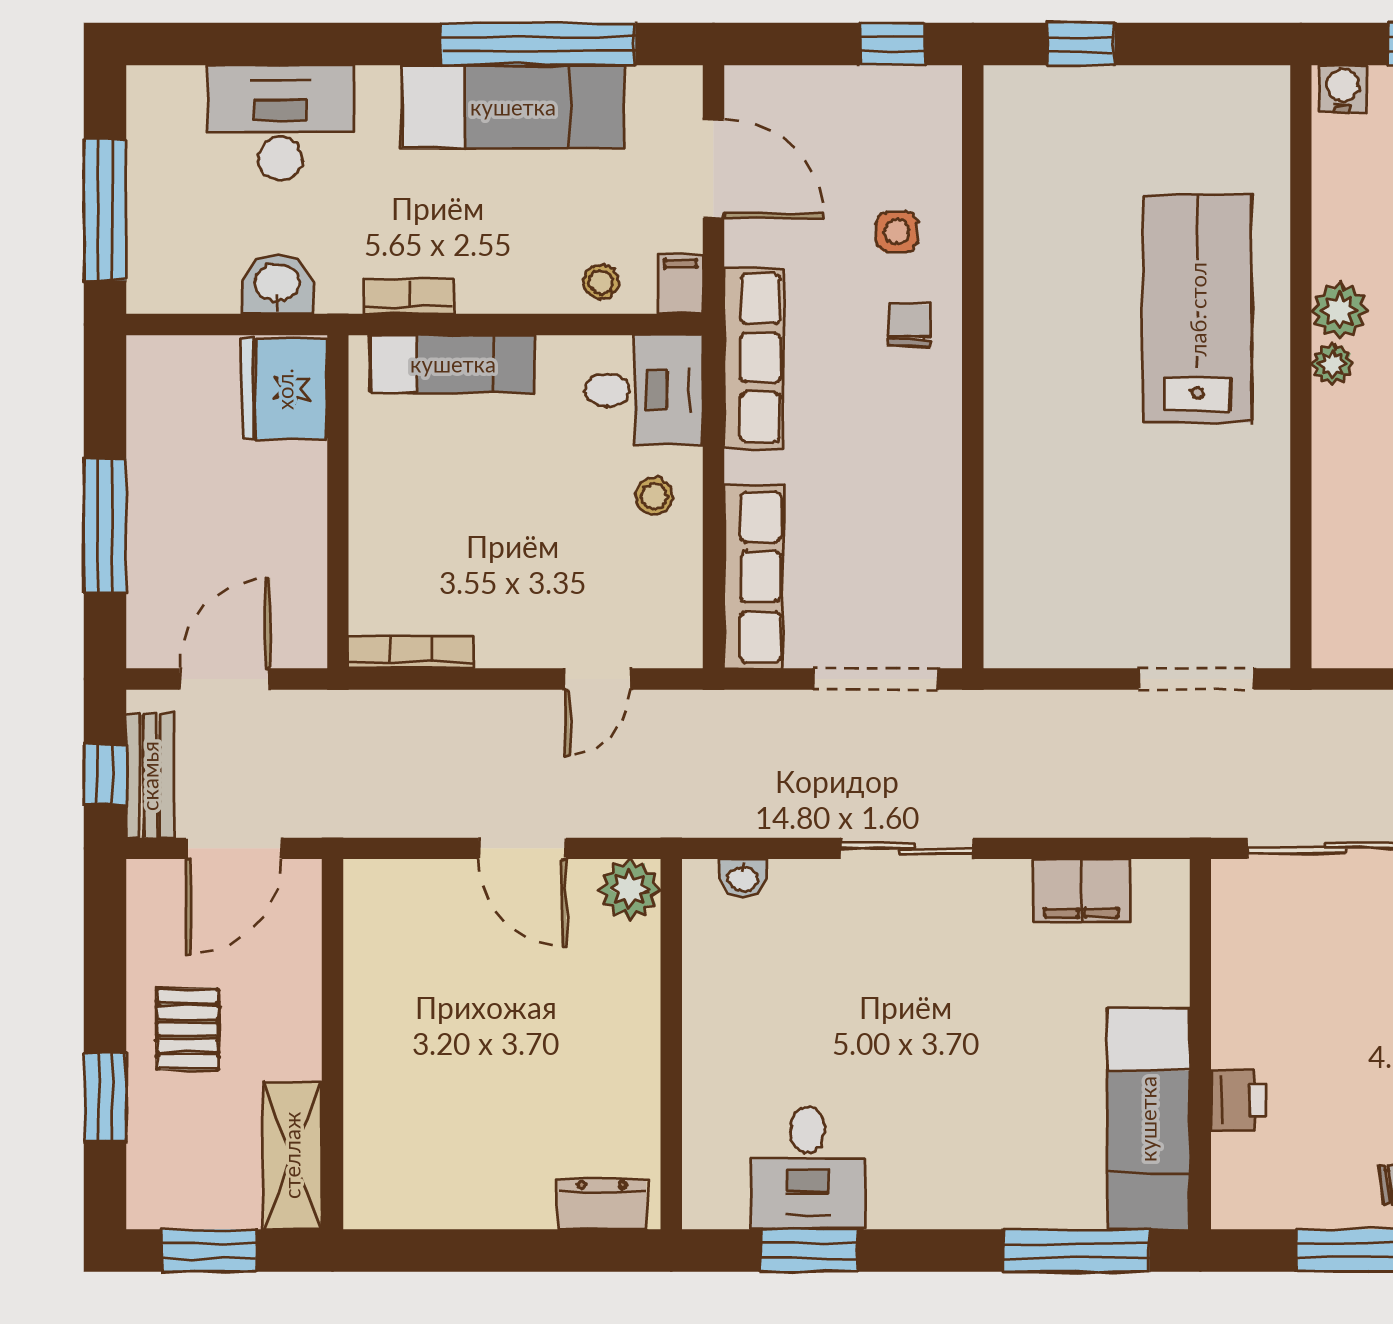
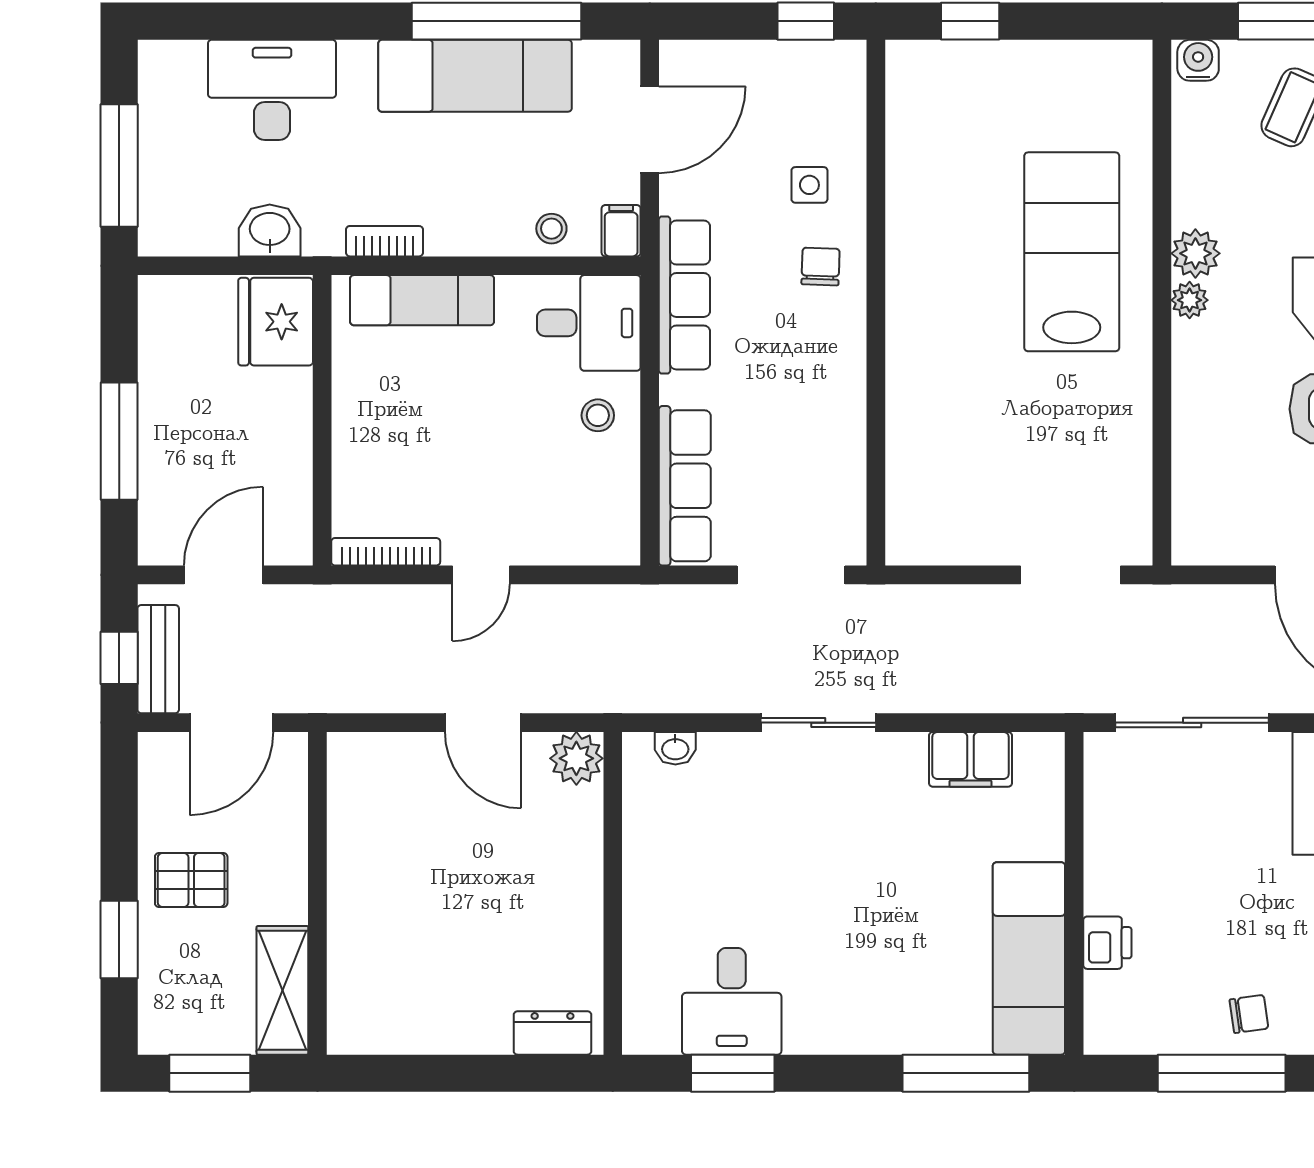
door: (714, 169) -> (650, 130), hinge flipped
door: (598, 679) -> (481, 575), moved
pallet: (188, 1029) -> (191, 880), turned 90

